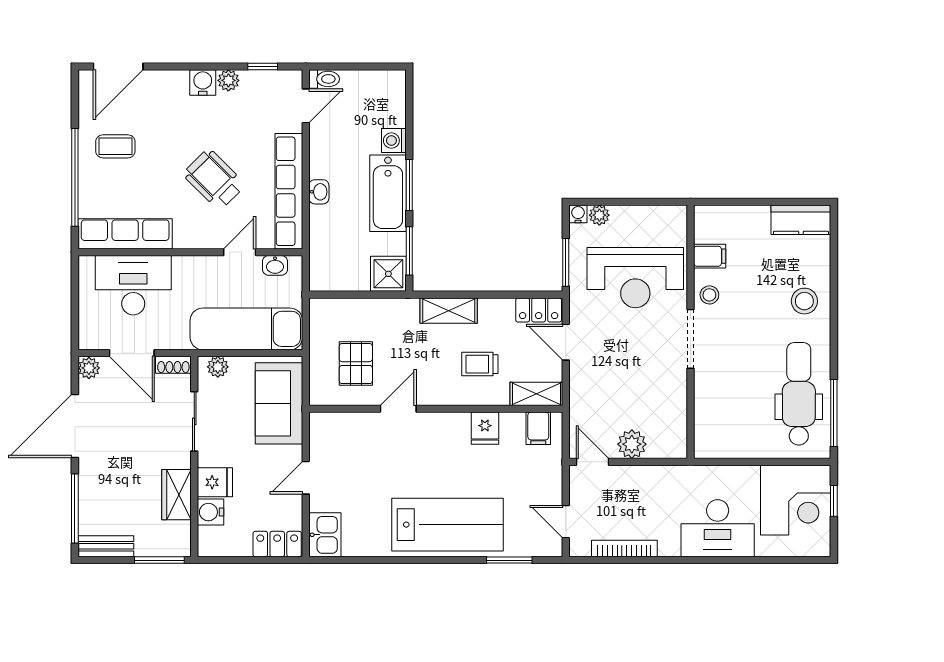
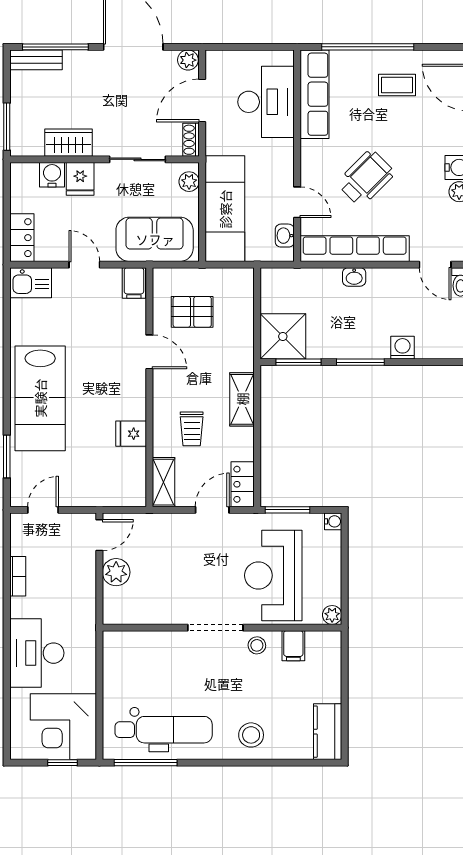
coffee table: (115, 146) -> (397, 85), turned 90
bathtub: (388, 193) -> (353, 342), removed
plant: (599, 215) -> (332, 615), moved
shower: (388, 274) -> (283, 336), width x1.36, depth x1.36
trolley: (480, 364) -> (192, 429), turned 180
filing cabinet: (538, 428) -> (134, 283), moved, turned -90
bench: (106, 546) -> (36, 60), moved, turned 90
bookcase: (624, 548) -> (18, 576), width x0.64

